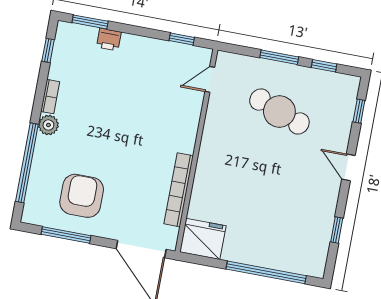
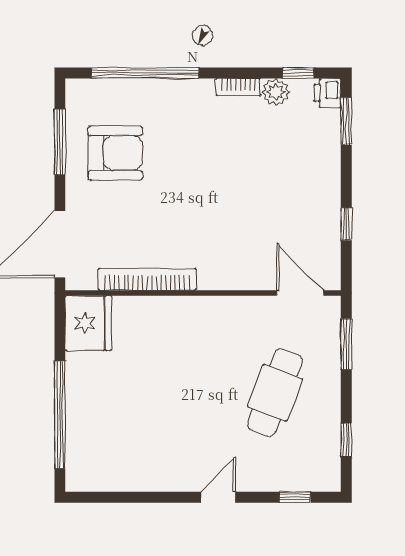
printer: (109, 39) -> (328, 93), moved
window: (182, 39) -> (346, 224), moved
window: (279, 57) -> (346, 344), moved
door: (210, 79) -> (300, 293), width x1.38
plant: (48, 125) -> (276, 92), moved
window: (337, 230) -> (133, 497), removed

